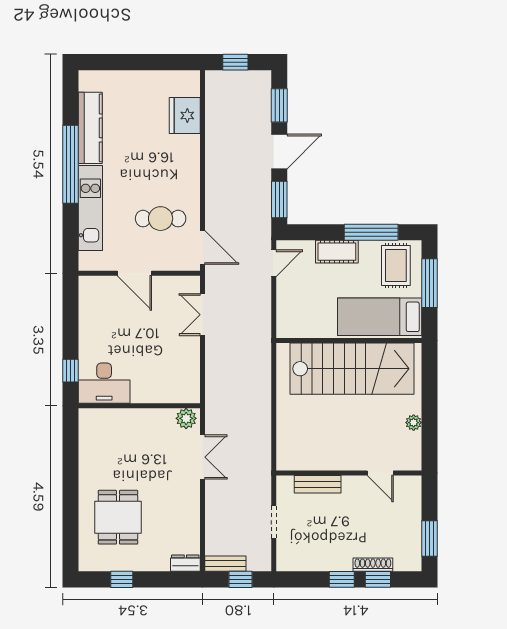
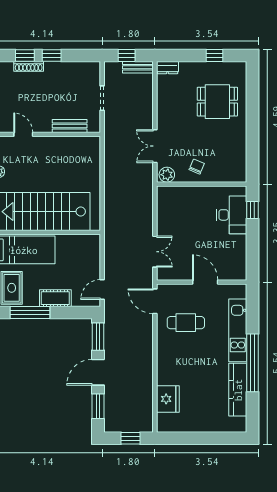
desk: (104, 383) -> (232, 215), moved, turned 90
chair: (146, 429) -> (197, 167), added
dining table: (118, 517) -> (217, 102), turned 90

